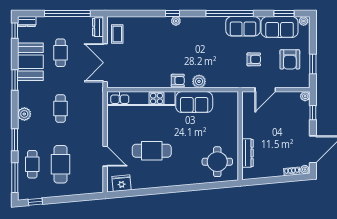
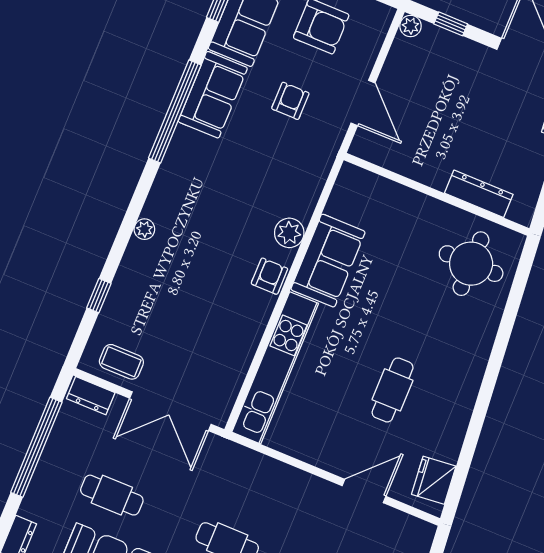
window: (173, 13) -> (99, 296), moved
cafe table: (152, 151) -> (393, 390), width x0.73, depth x0.74

